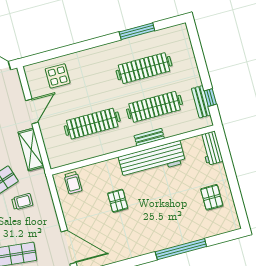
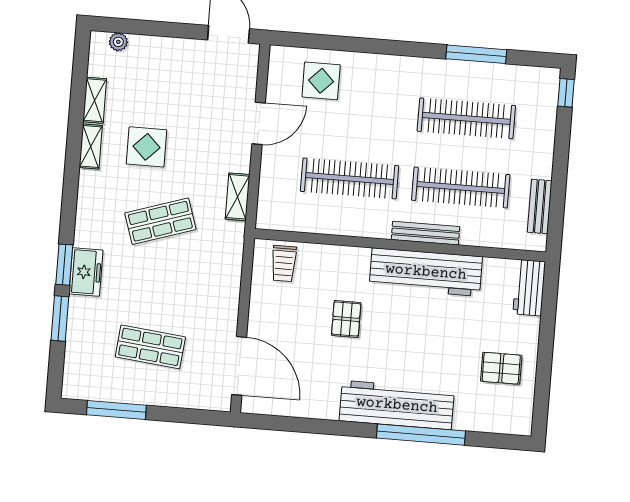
window: (210, 97) -> (566, 93), moved
bench: (149, 137) -> (426, 233), width x1.36
shelving: (31, 149) -> (238, 197), width x0.67, depth x0.75
pallet: (212, 197) -> (501, 368), turned 90
trolley: (22, 202) -> (190, 265), removed
workbench: (162, 238) -> (397, 405), added

